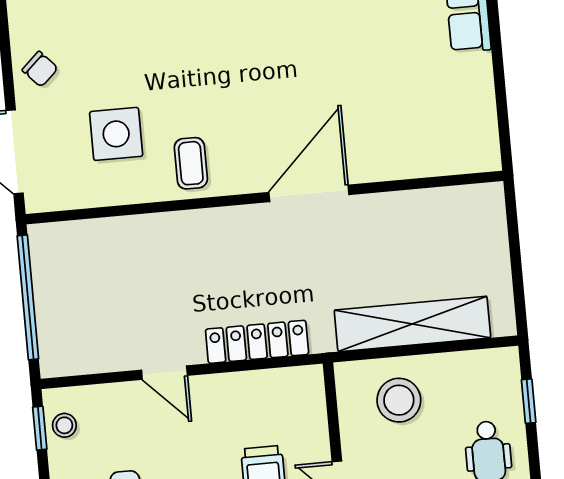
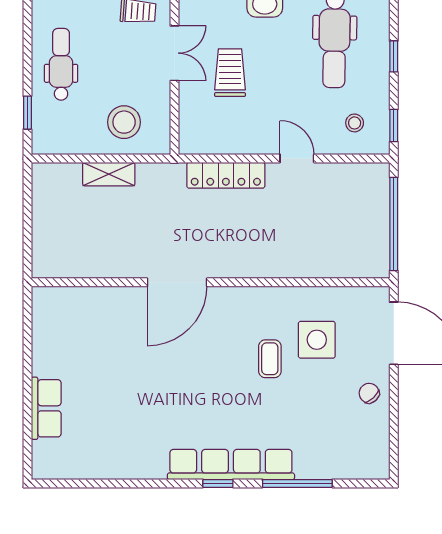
coffee table: (191, 163) -> (270, 359), moved
shelving: (412, 324) -> (109, 174), width x0.45, depth x0.75
stool: (64, 425) -> (355, 123), moved

